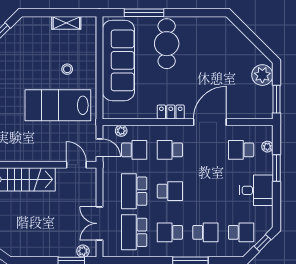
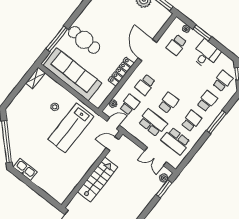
shelving: (66, 23) -> (35, 78), moved
locker: (171, 112) -> (121, 72), width x1.53
school desk: (134, 191) -> (153, 123), turned 180
school desk: (170, 232) -> (191, 121), turned 180

